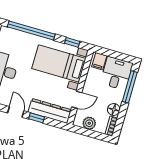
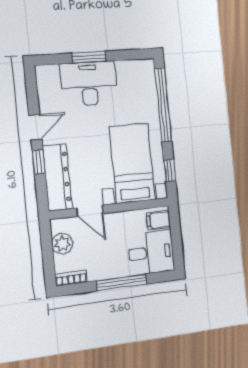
window: (130, 87) -> (122, 282), moved
floor lamp: (114, 109) -> (97, 271), removed

